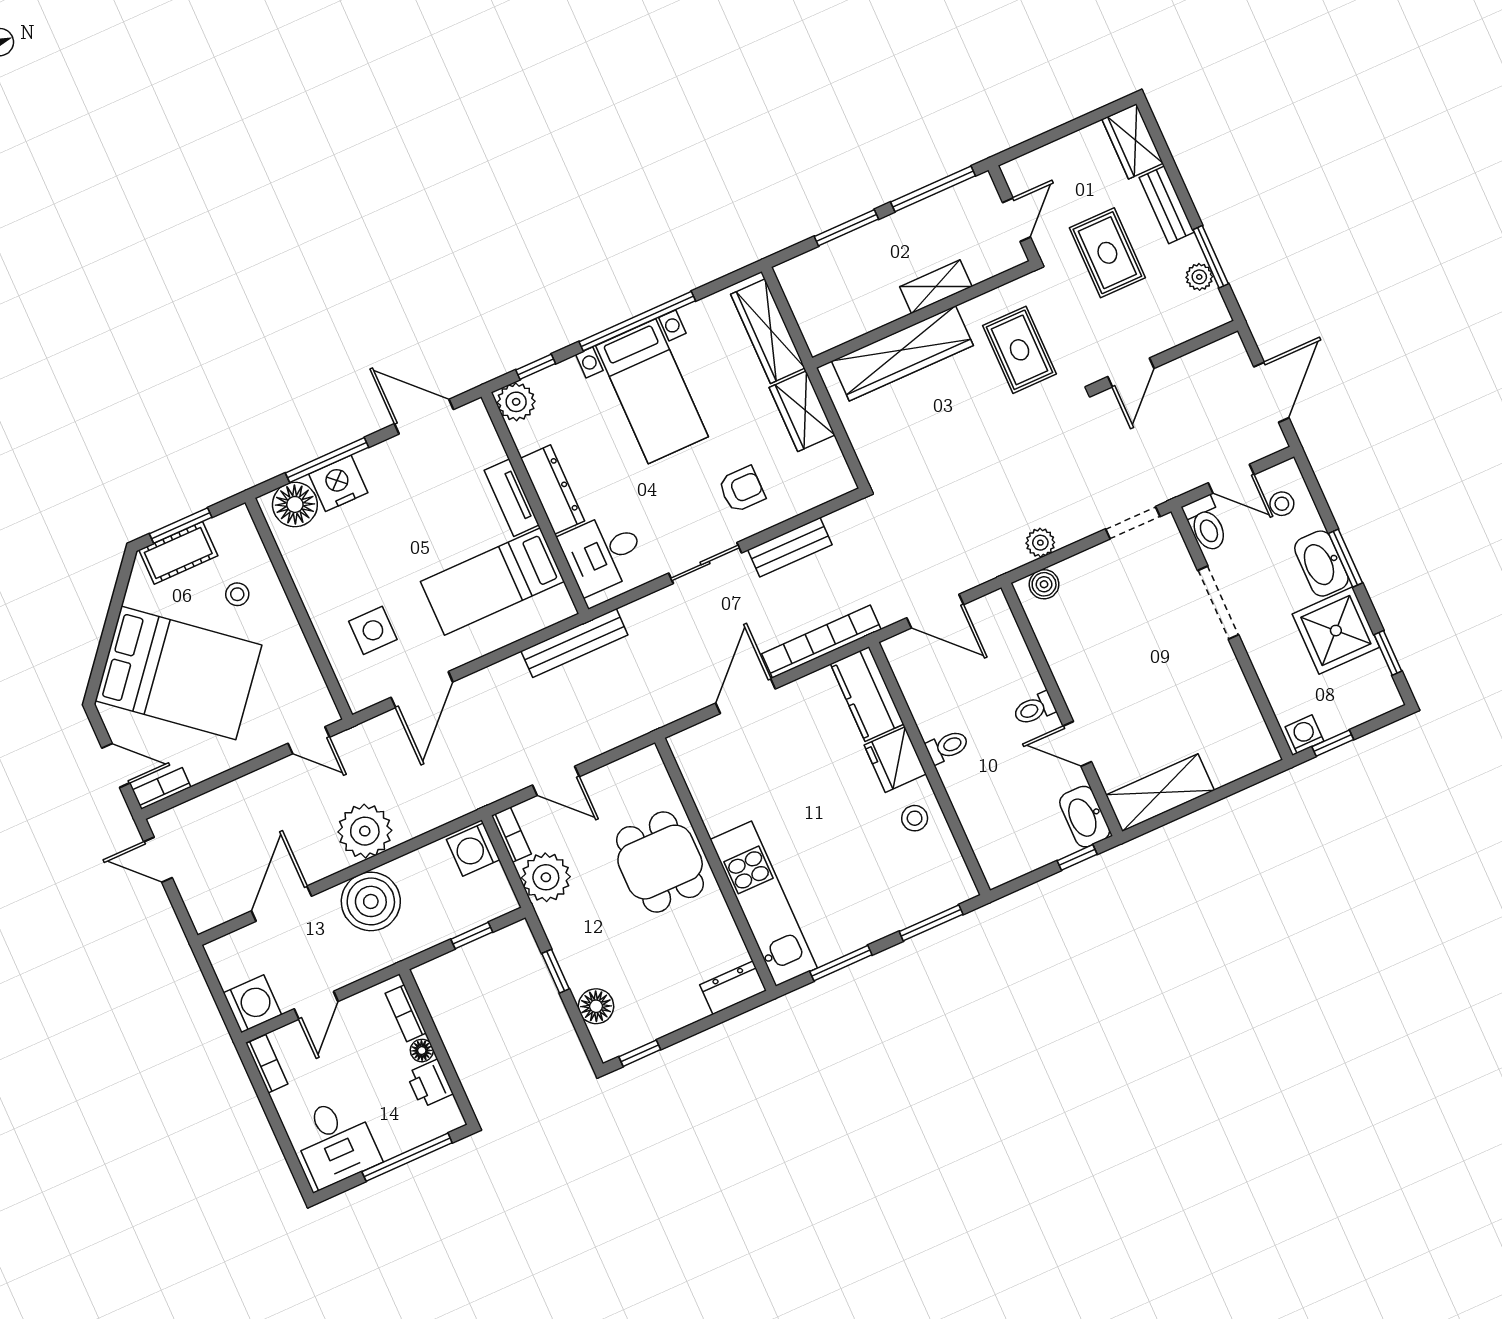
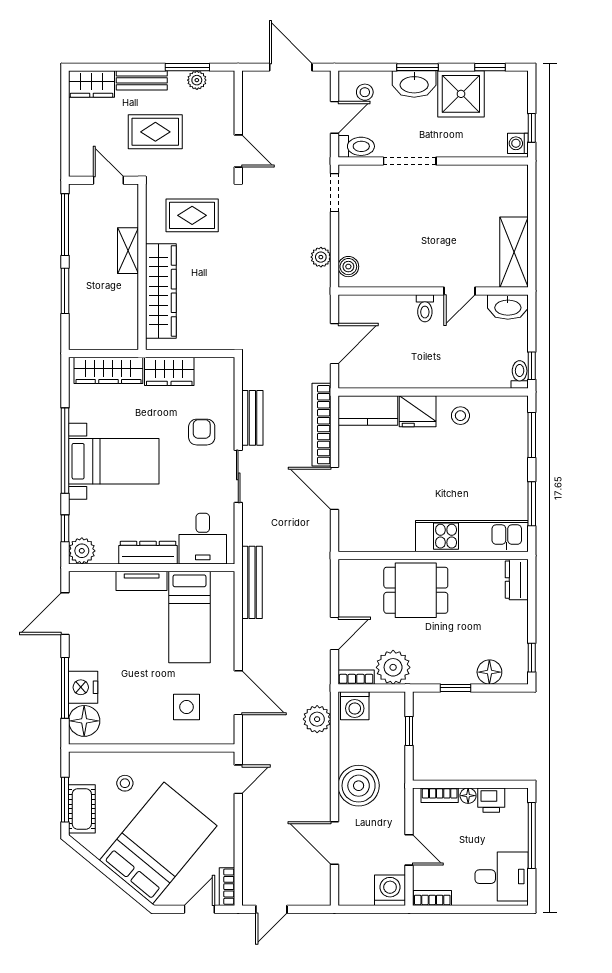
toilet: (947, 747) -> (520, 374), moved
plant: (365, 831) -> (317, 719), moved, width x0.73, depth x0.73
window: (1077, 857) -> (532, 366), moved

